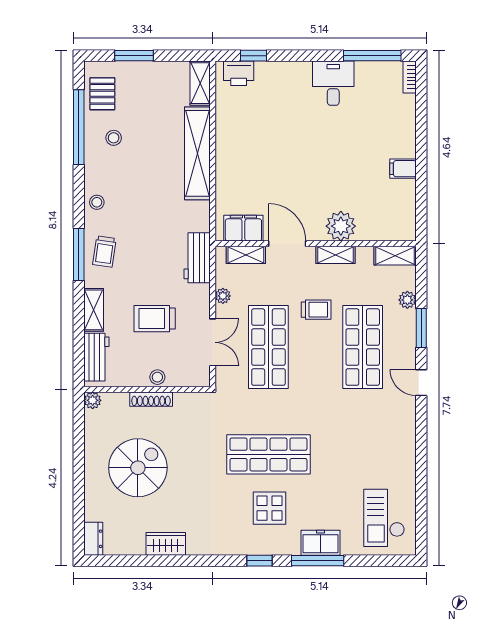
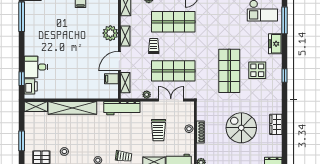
desk: (333, 83) -> (36, 67), moved
filing cabinet: (243, 228) -> (111, 79), width x0.50
workbench: (197, 258) -> (122, 108), width x1.38
spiral stairs: (138, 468) -> (241, 128), moved
window: (318, 561) -> (285, 20), moved

